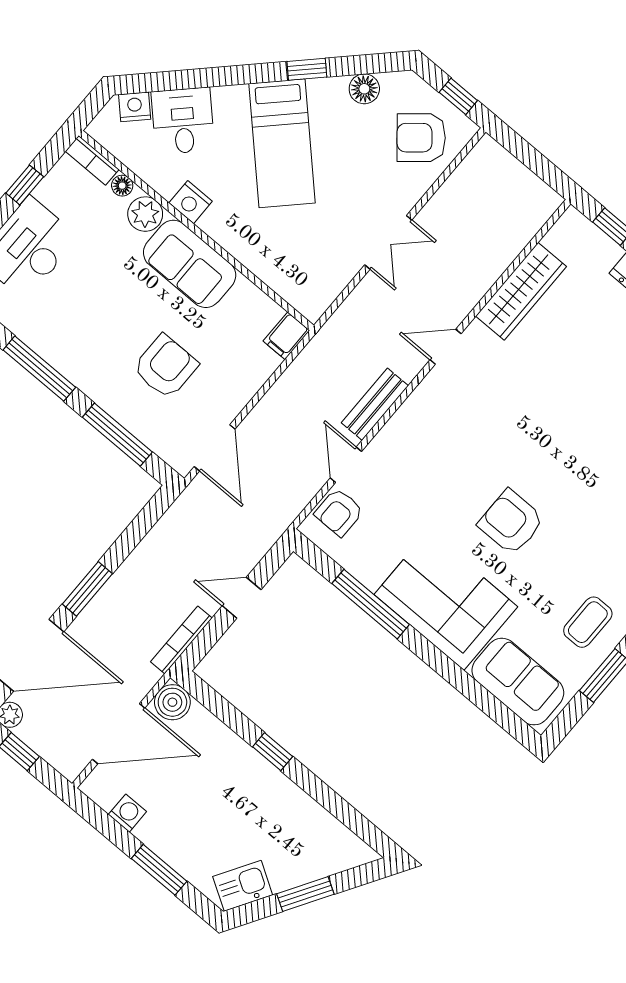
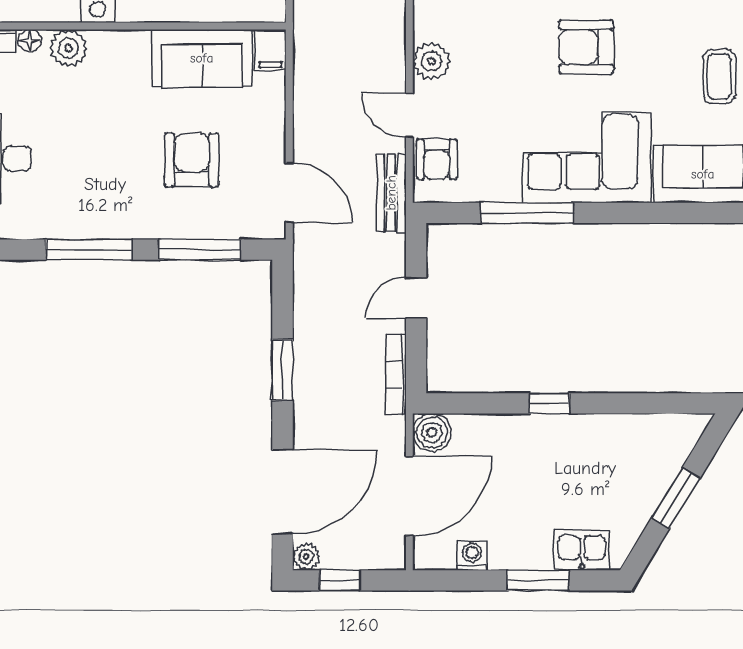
sofa: (190, 264) -> (202, 58), moved
bench: (375, 404) -> (391, 193), moved
plant: (394, 440) -> (431, 61), added
window: (87, 589) -> (282, 370), moved
kitchen sink: (243, 886) -> (582, 550), moved, turned 59

